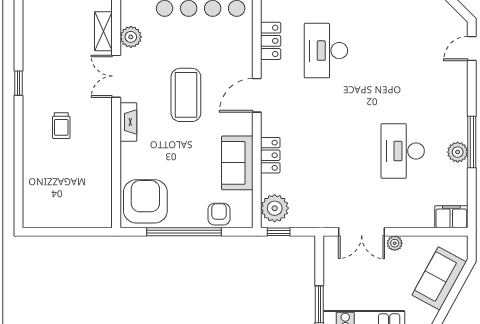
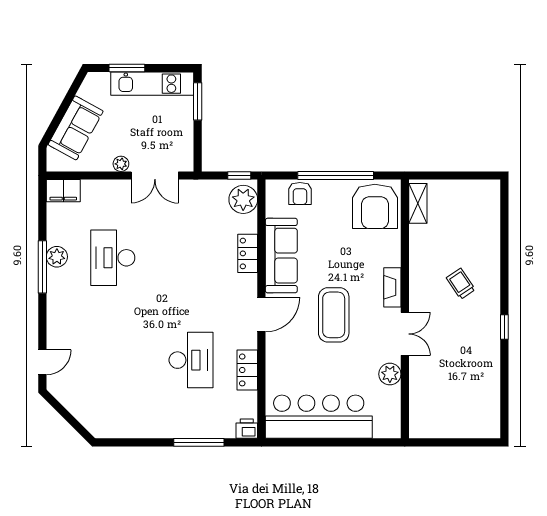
shelving: (103, 31) -> (418, 203), moved
trolley: (61, 126) -> (461, 284), turned -34
desk: (403, 151) -> (113, 258), turned 180
sofa: (237, 163) -> (281, 256), width x1.36
double door: (362, 232) -> (155, 176), swing flipped

